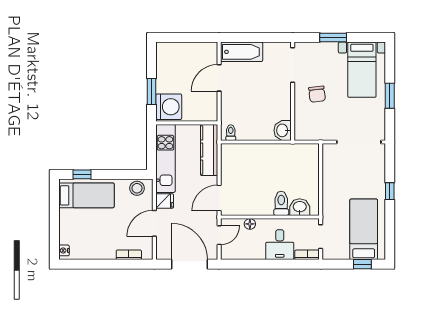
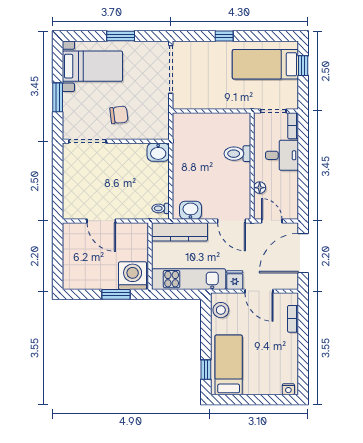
bathtub: (242, 52) -> (73, 197), removed
washbasin: (300, 207) -> (190, 210), moved, turned 90

